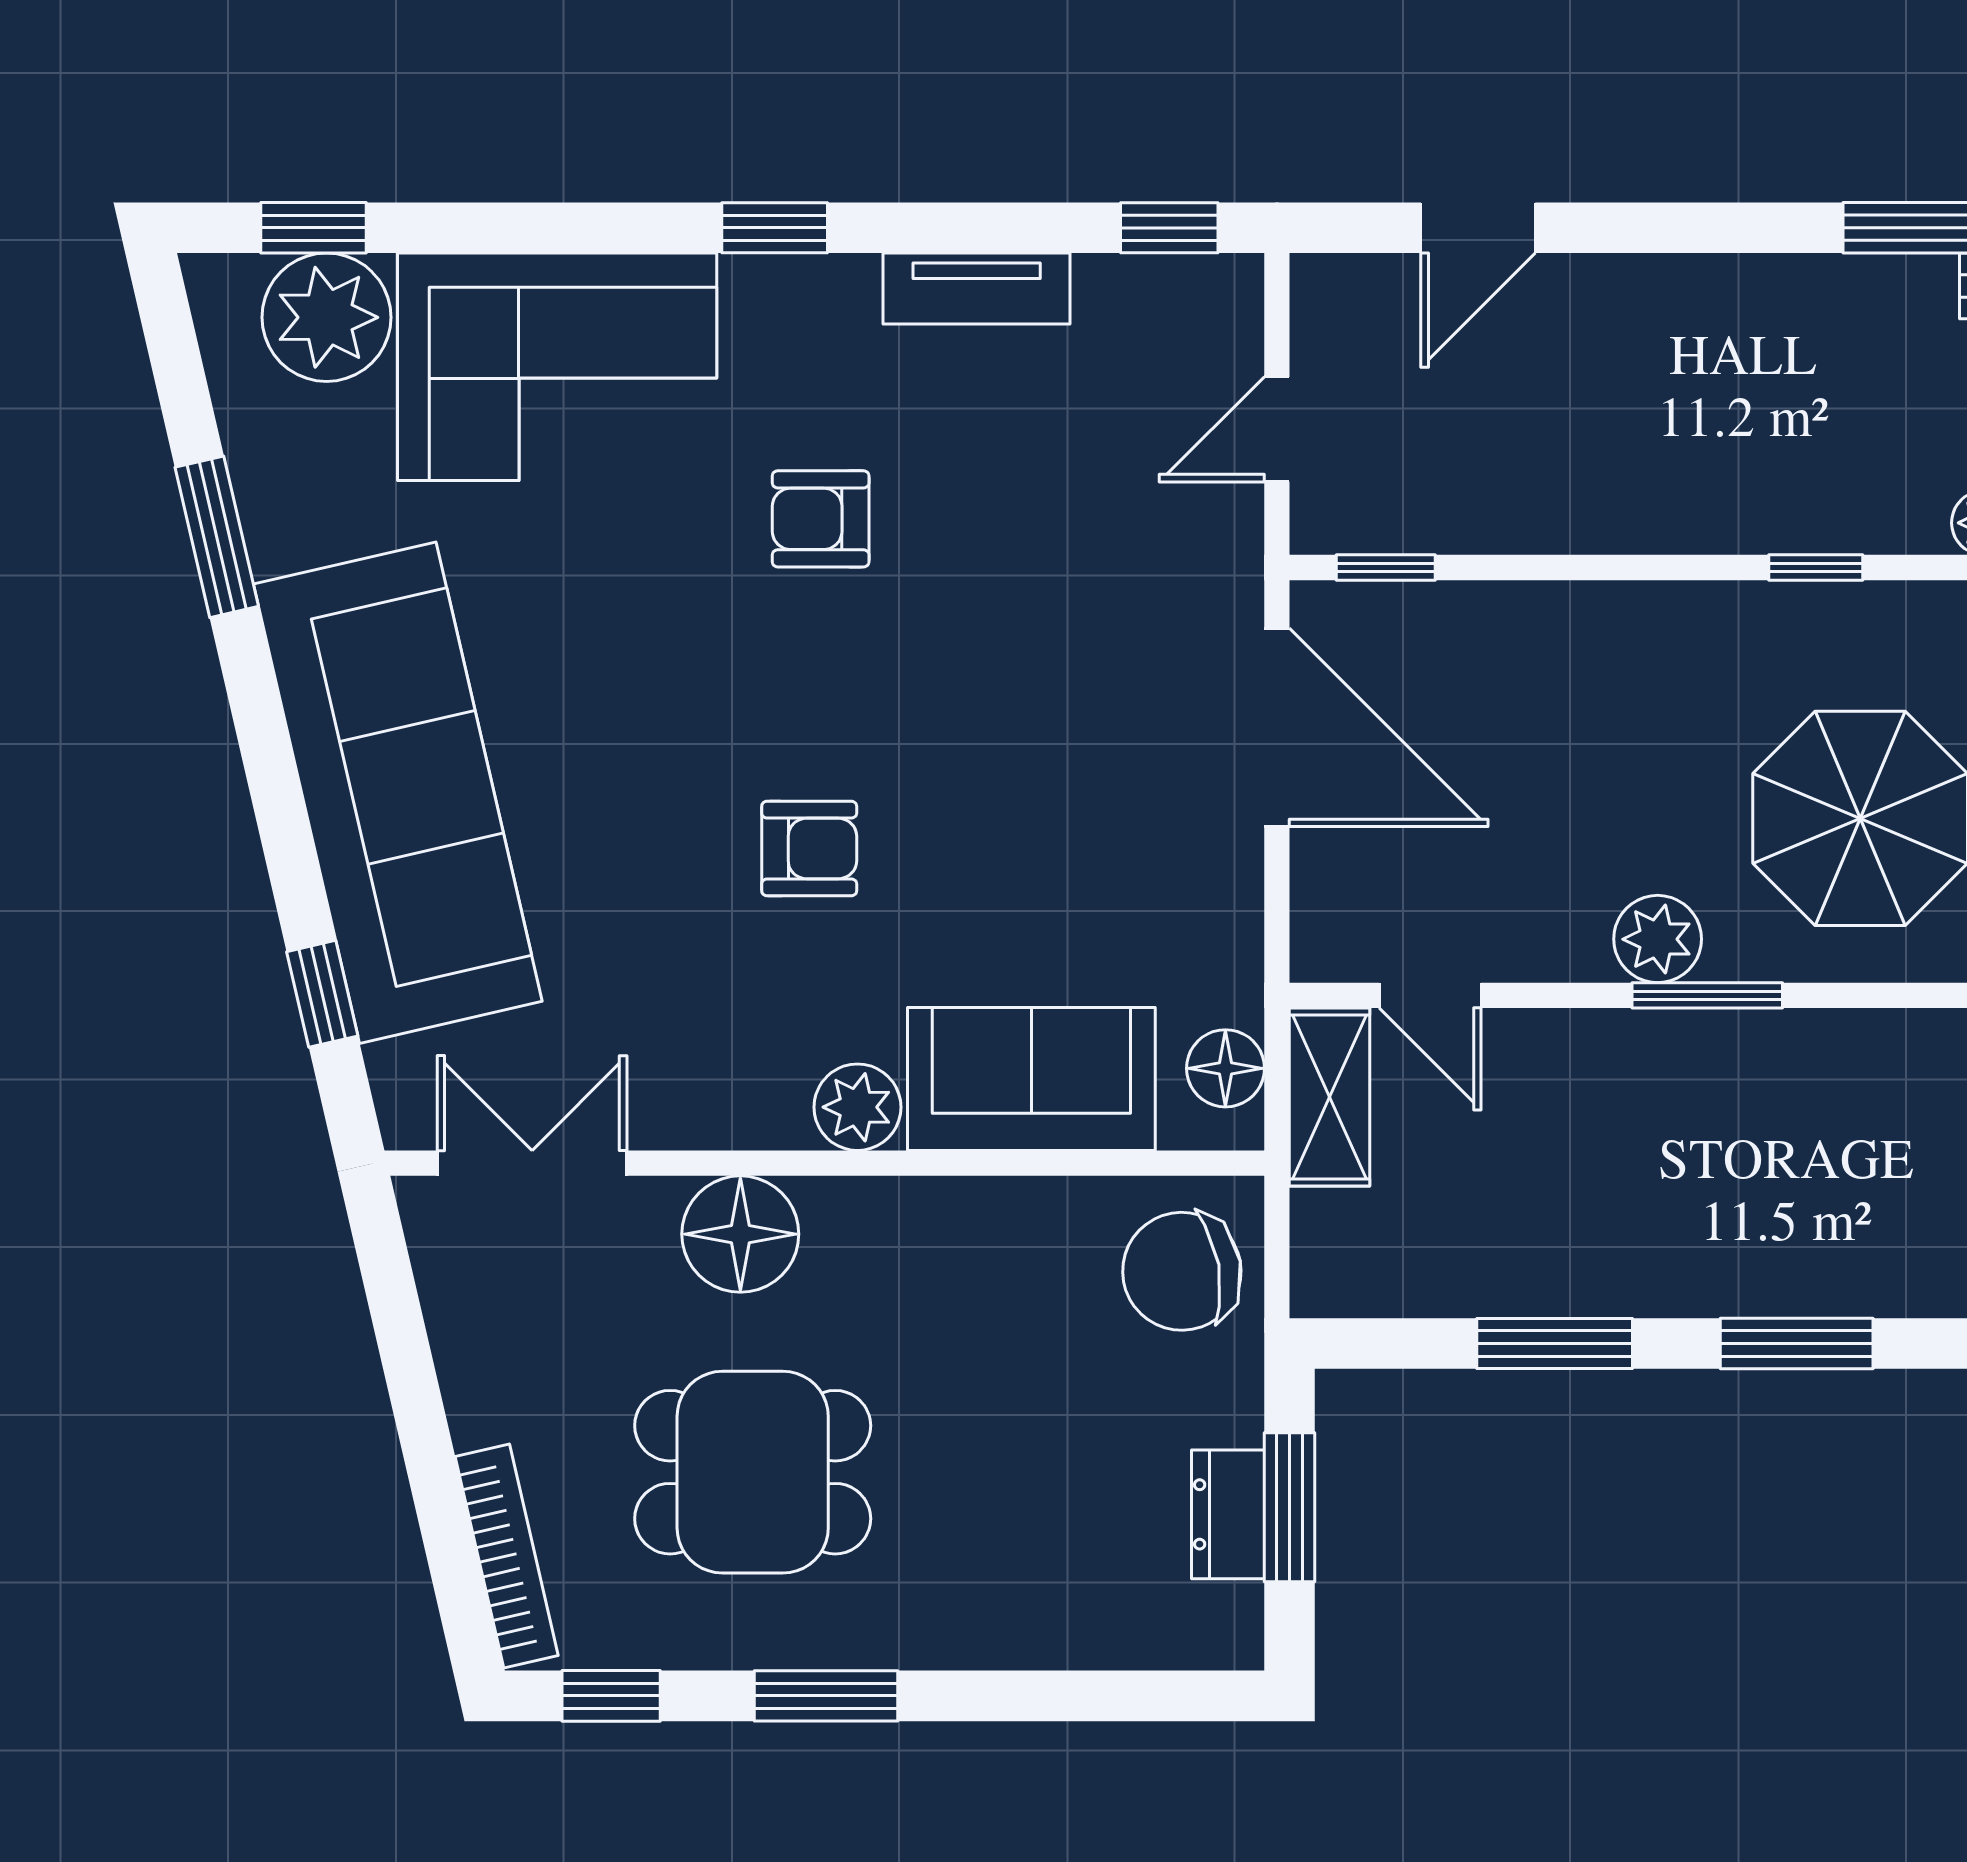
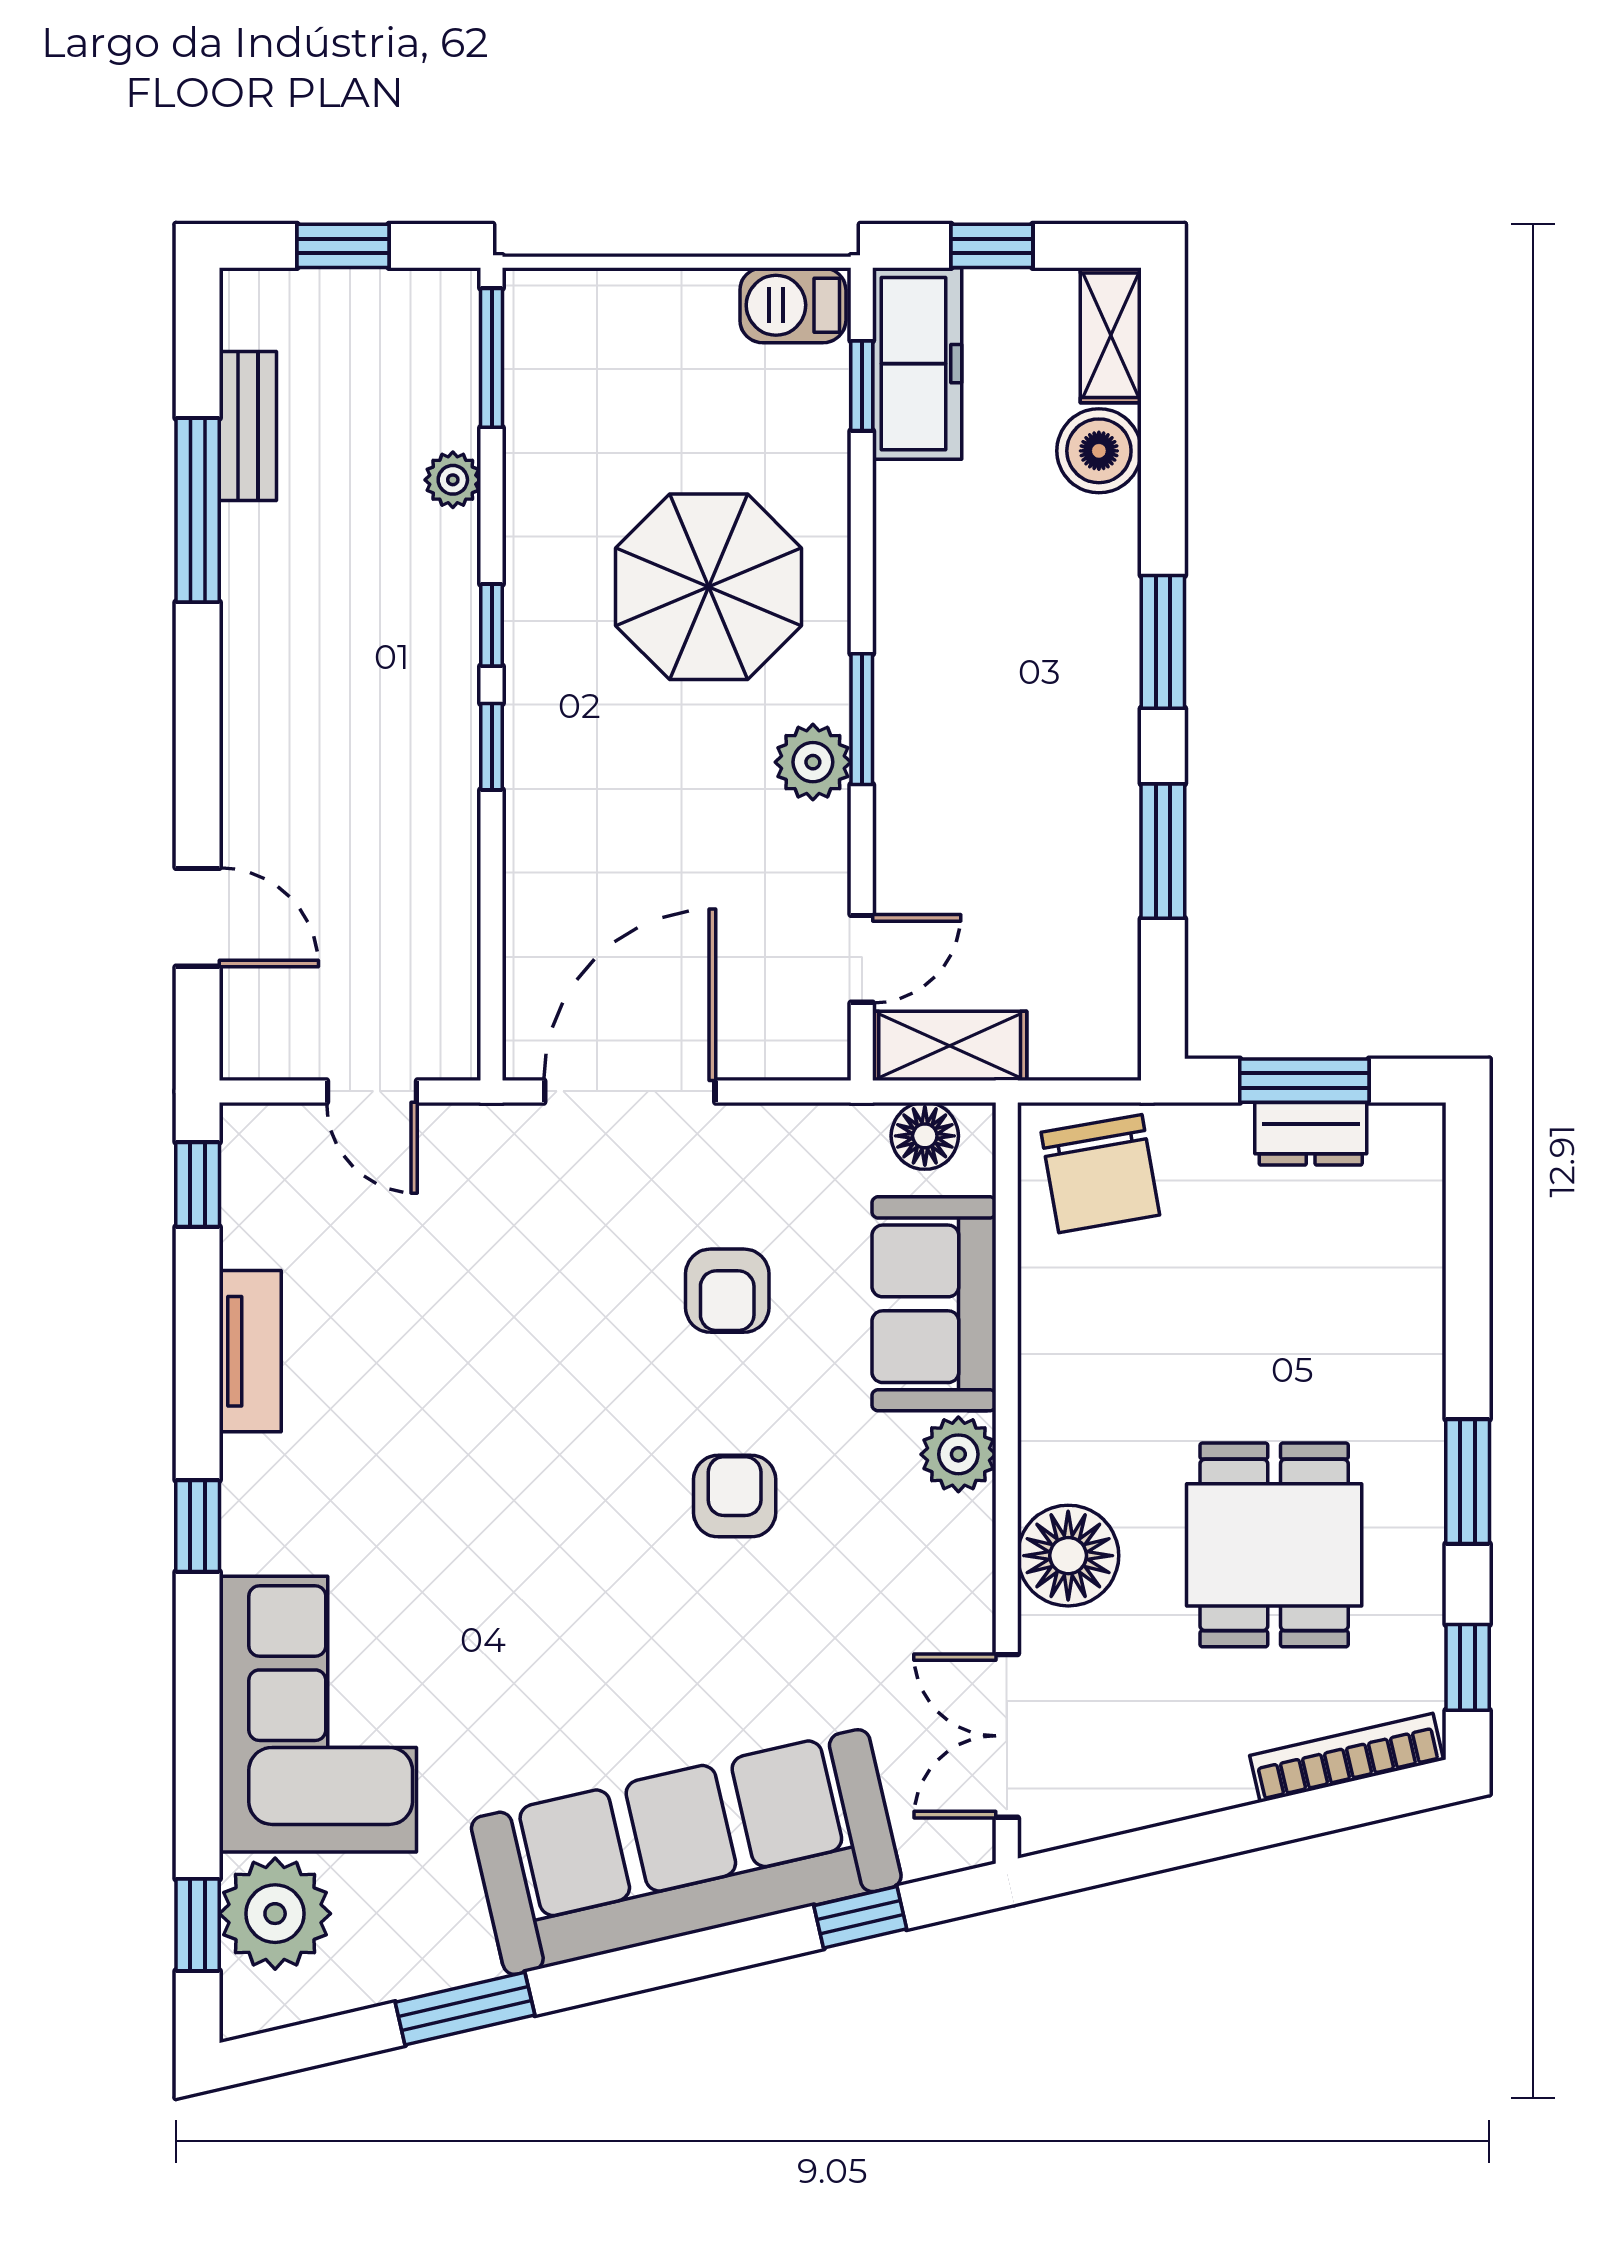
armchair: (821, 519) -> (727, 1291), moved
window: (1386, 568) -> (492, 747), moved

